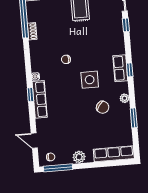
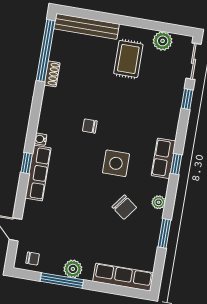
window: (58, 168) -> (62, 280), moved

